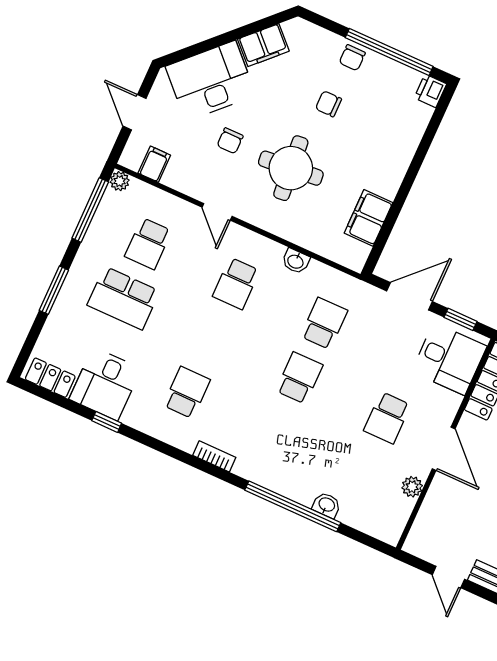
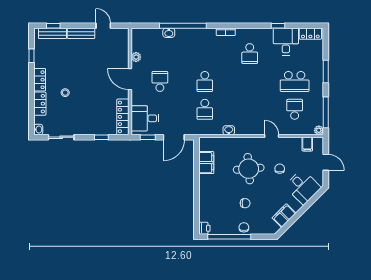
desk: (211, 81) -> (303, 187), width x0.73
school desk: (236, 283) -> (250, 109), removed
school desk: (123, 298) -> (295, 81), turned 180

